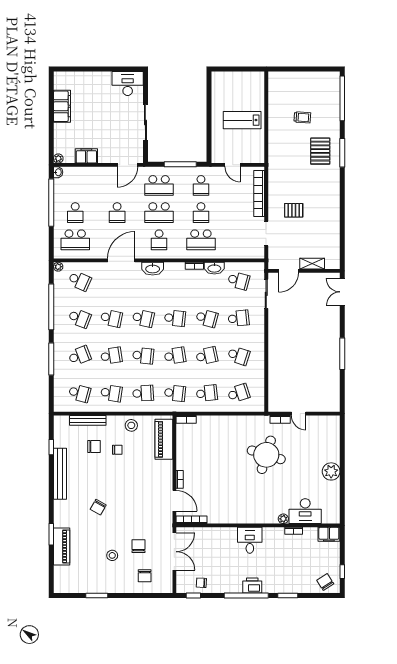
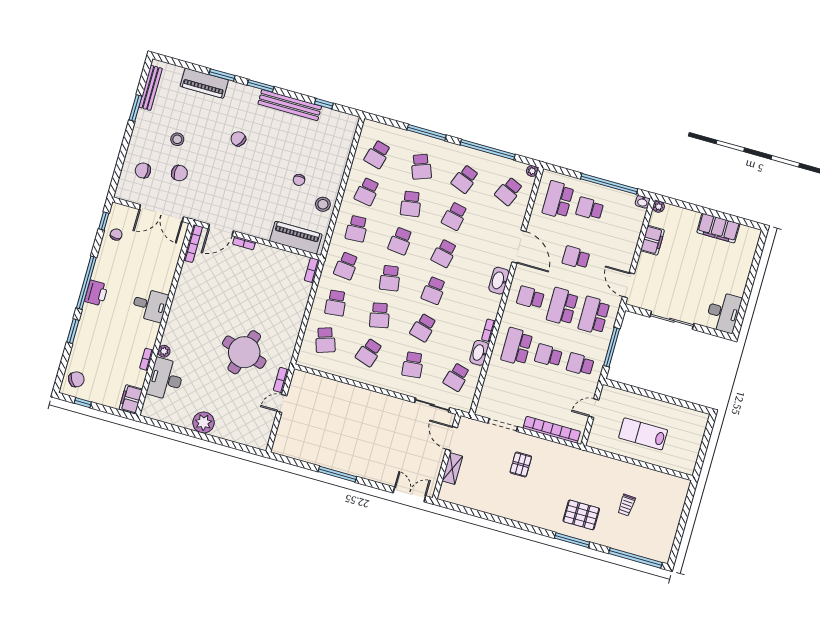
lab bench: (242, 120) -> (643, 434), turned -90
bench: (88, 420) -> (151, 88), moved
chair: (94, 447) -> (310, 154), removed
window: (51, 501) -> (261, 86), added

